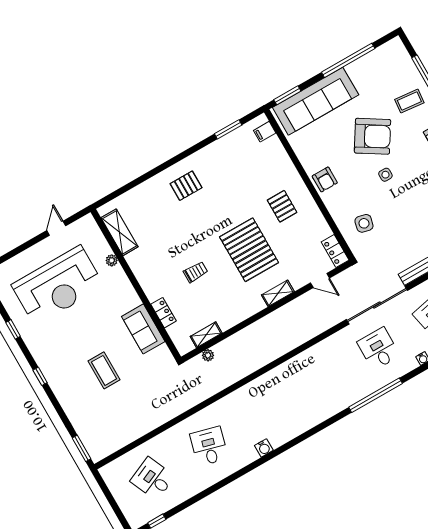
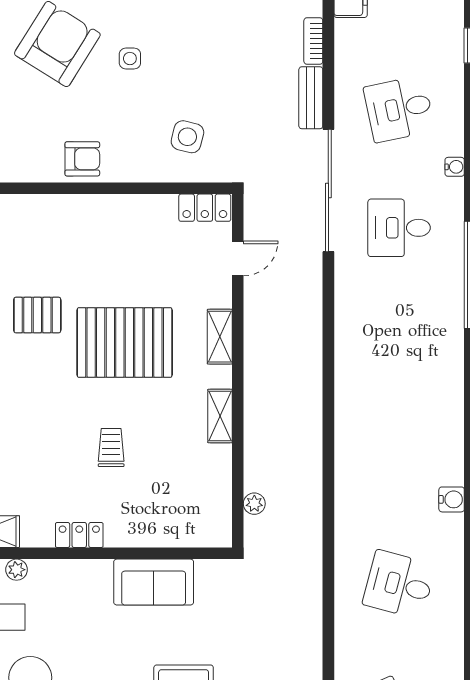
pallet: (282, 206) -> (37, 315), moved
locker: (164, 313) -> (79, 535), moved
shelving: (206, 335) -> (220, 416), moved

